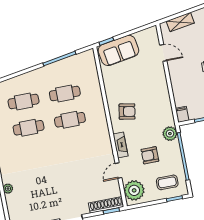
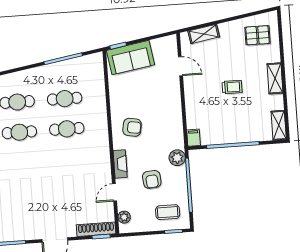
armchair: (150, 155) -> (152, 179), turned -95
plant: (134, 190) -> (124, 217), width x0.53, depth x0.53

